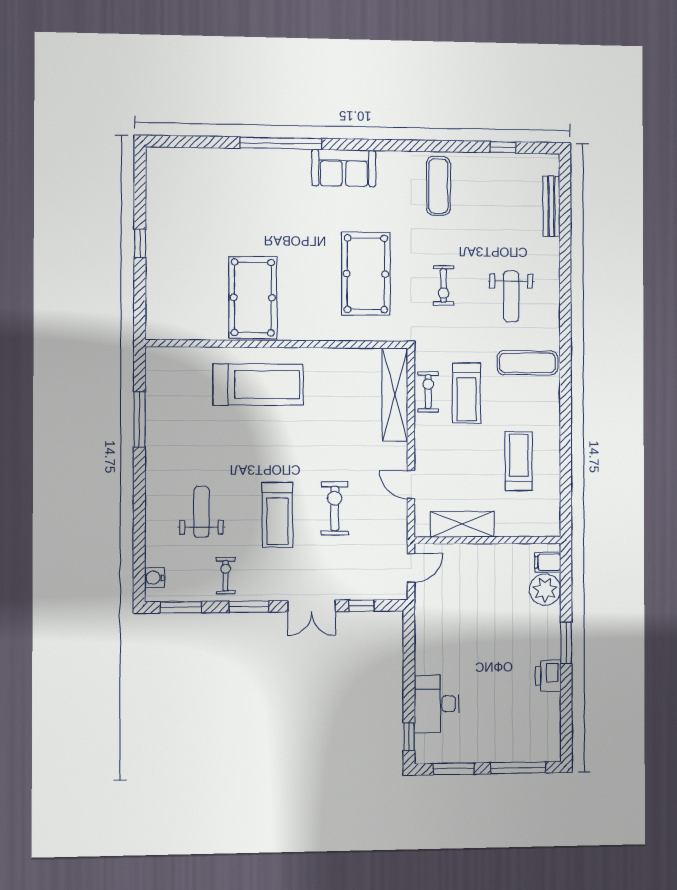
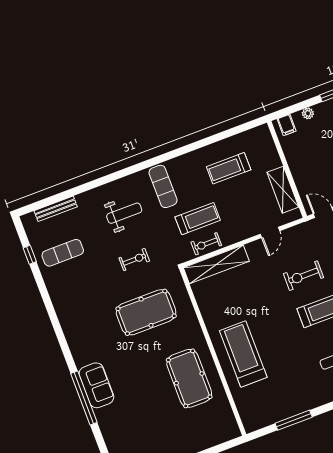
sofa: (344, 168) -> (96, 385), moved
exercise mat: (438, 186) -> (63, 253), moved
pool table: (253, 298) -> (189, 378), turned 90
plant: (545, 590) -> (308, 113), width x0.53, depth x0.53

